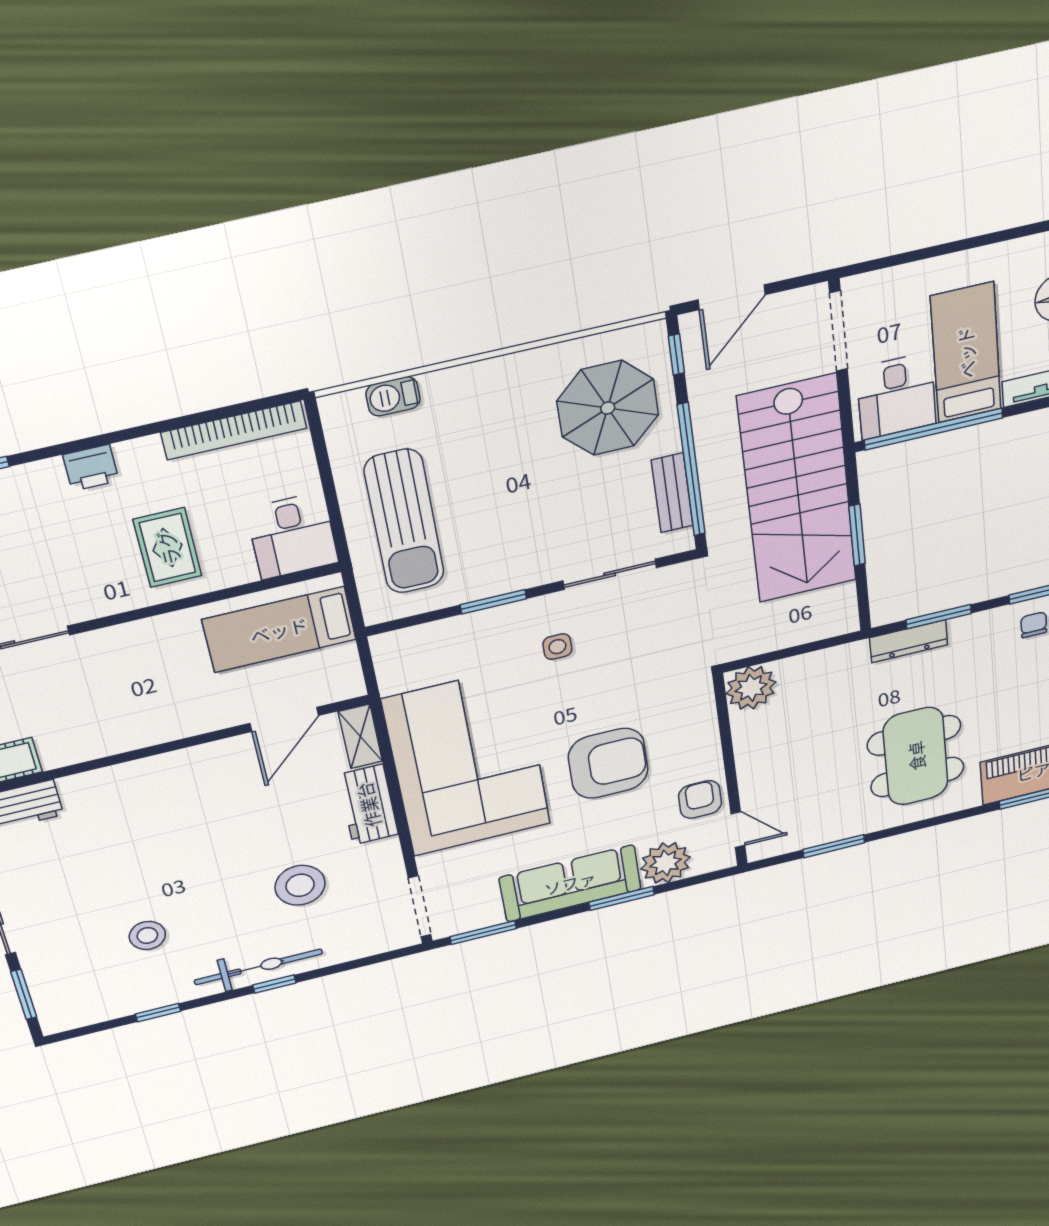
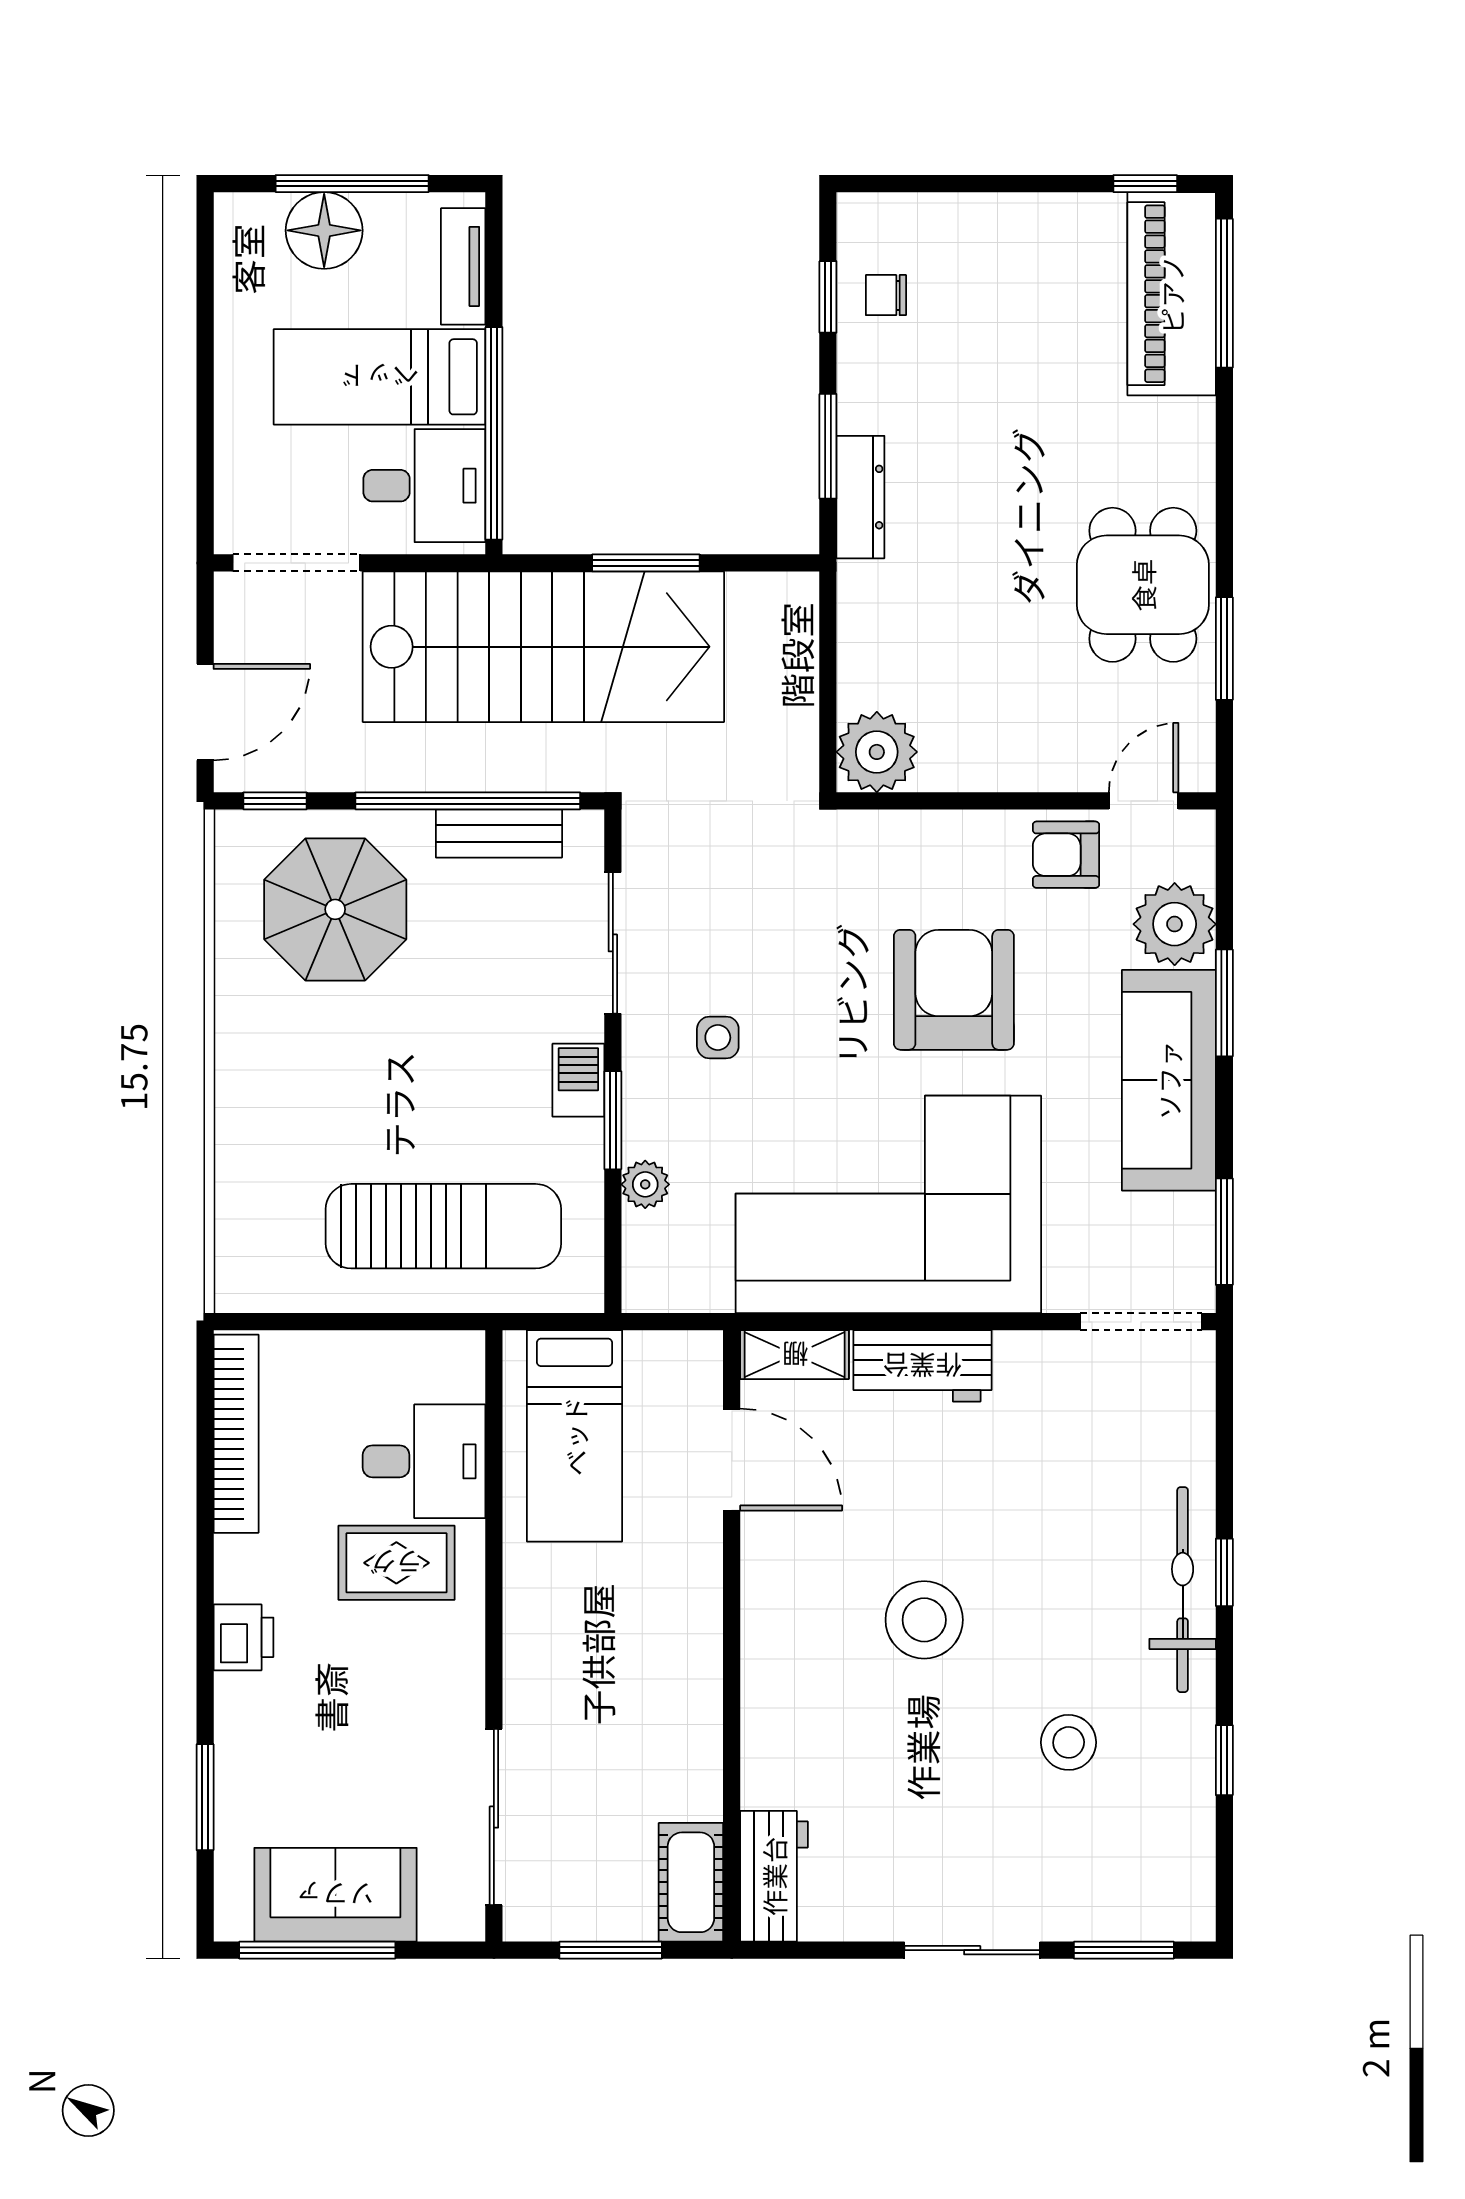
door: (732, 297) -> (205, 712), hinge flipped
barbecue: (393, 396) -> (578, 1080), moved, turned 180
desk: (292, 536) -> (424, 1461), moved
plant: (455, 630) -> (645, 1184), added
dining table: (916, 756) -> (1143, 585), moved, width x0.73
stool: (300, 885) -> (924, 1620), moved

